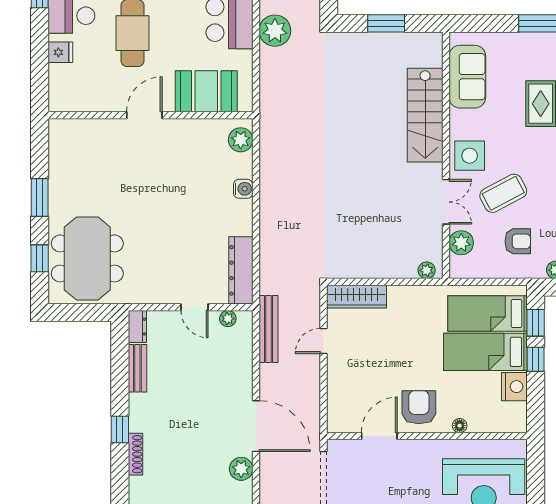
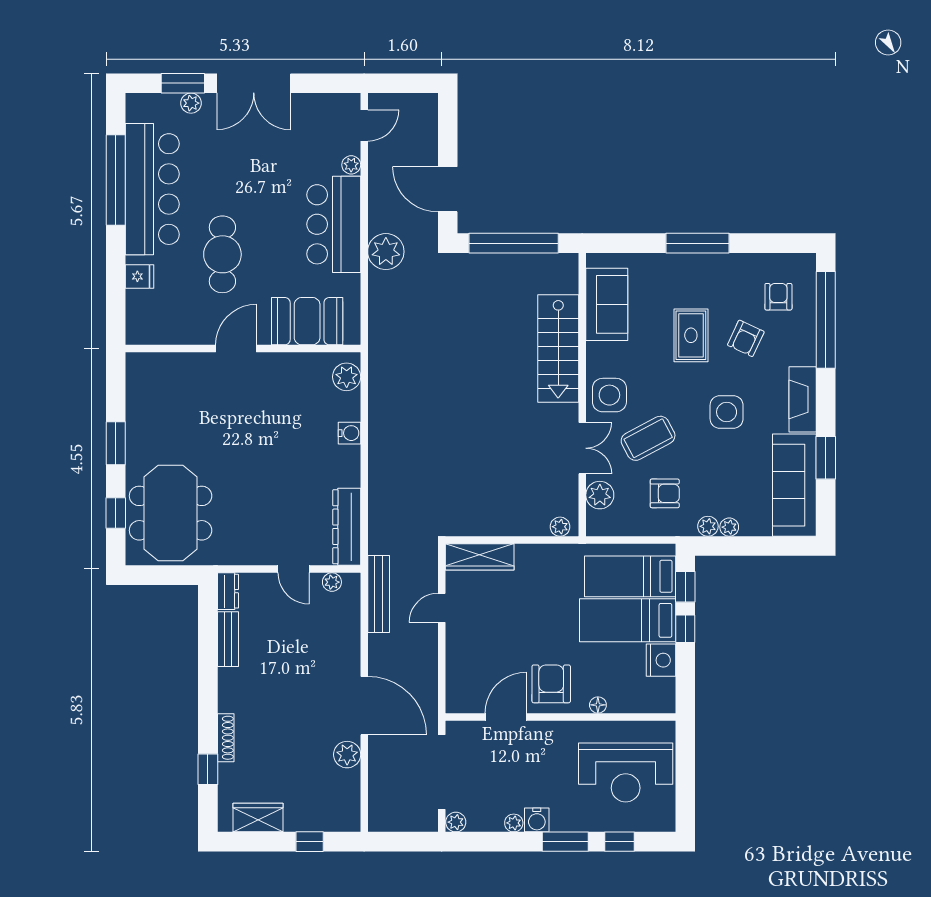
window: (386, 23) -> (514, 243), width x2.11
window: (120, 429) -> (208, 769), moved

